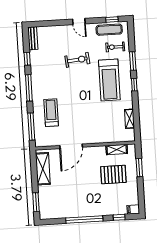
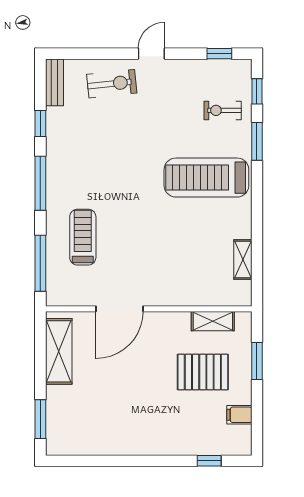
door: (79, 22) -> (151, 54), swing flipped
exercise mat: (109, 30) -> (212, 74), removed
exercise bike: (77, 60) -> (112, 84), moved
treadmill: (109, 80) -> (206, 178), turned 90
window: (134, 85) -> (257, 91), moved
filing cabinet: (133, 209) -> (239, 415), moved
window: (84, 219) -> (138, 461), removed

